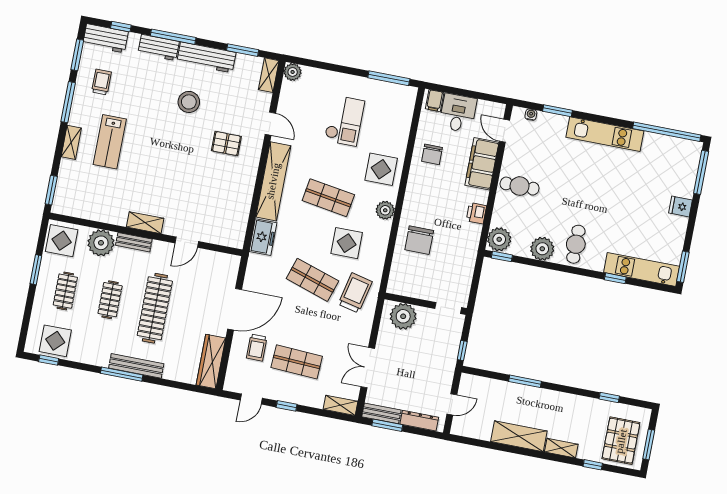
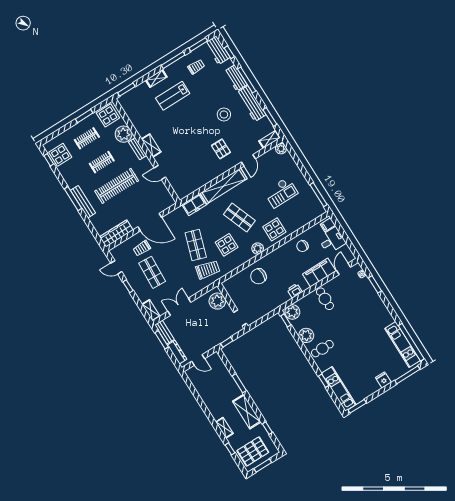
kitchen unit: (605, 134) -> (402, 344), moved
shop shelf: (328, 198) -> (239, 218), turned -30
shelving: (519, 436) -> (247, 412), moved

